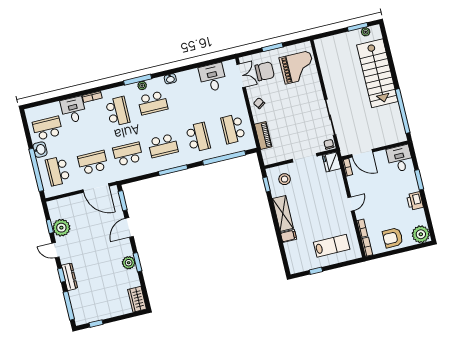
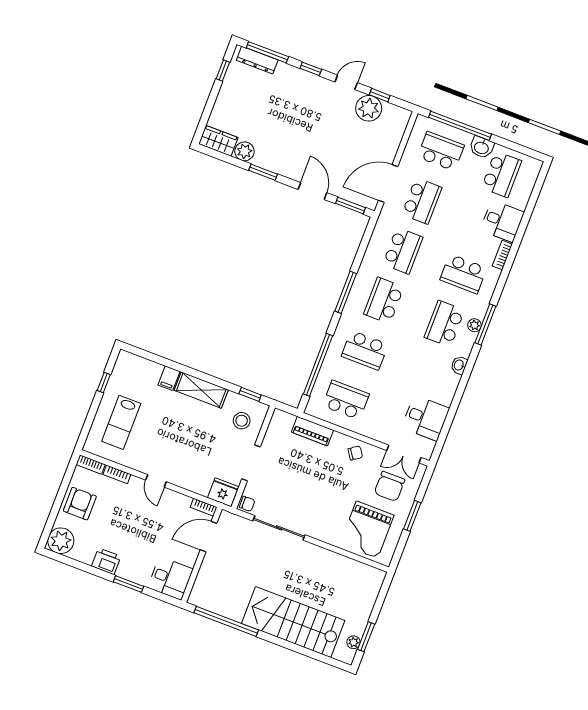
plant: (129, 263) -> (244, 151), moved
dresser: (69, 277) -> (257, 60), moved

